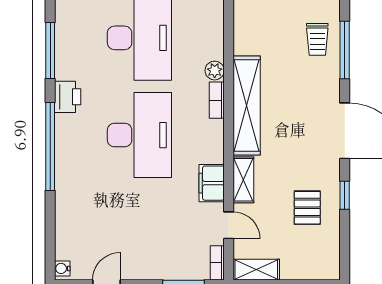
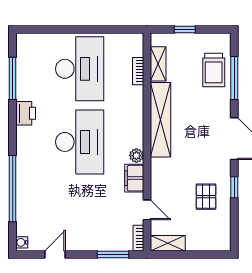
trolley: (317, 39) -> (214, 70), width x1.36, depth x1.39
plant: (215, 71) -> (136, 156), moved
bookcase: (217, 100) -> (138, 71), moved
window: (50, 146) -> (13, 189), moved
shelving: (243, 180) -> (158, 64), moved

